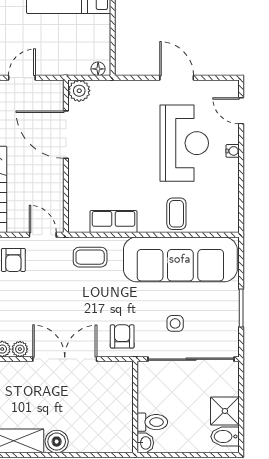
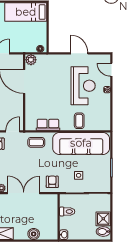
door: (43, 235) -> (13, 131), hinge flipped
toilet: (152, 422) -> (67, 212), moved
boiler: (57, 442) -> (34, 234), moved

